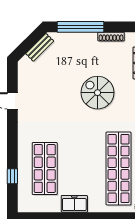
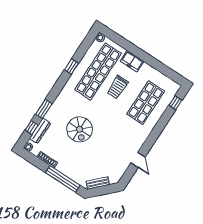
trolley: (86, 165) -> (118, 87), added
window: (12, 176) -> (175, 103), moved
freezer: (74, 204) -> (132, 61), moved

